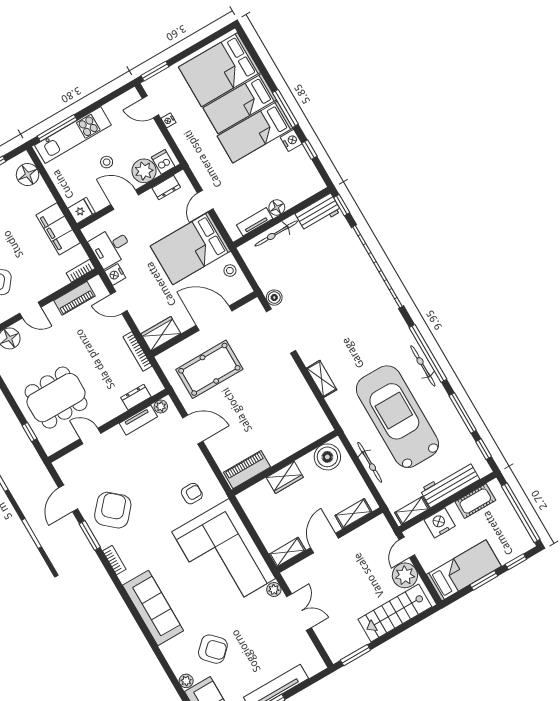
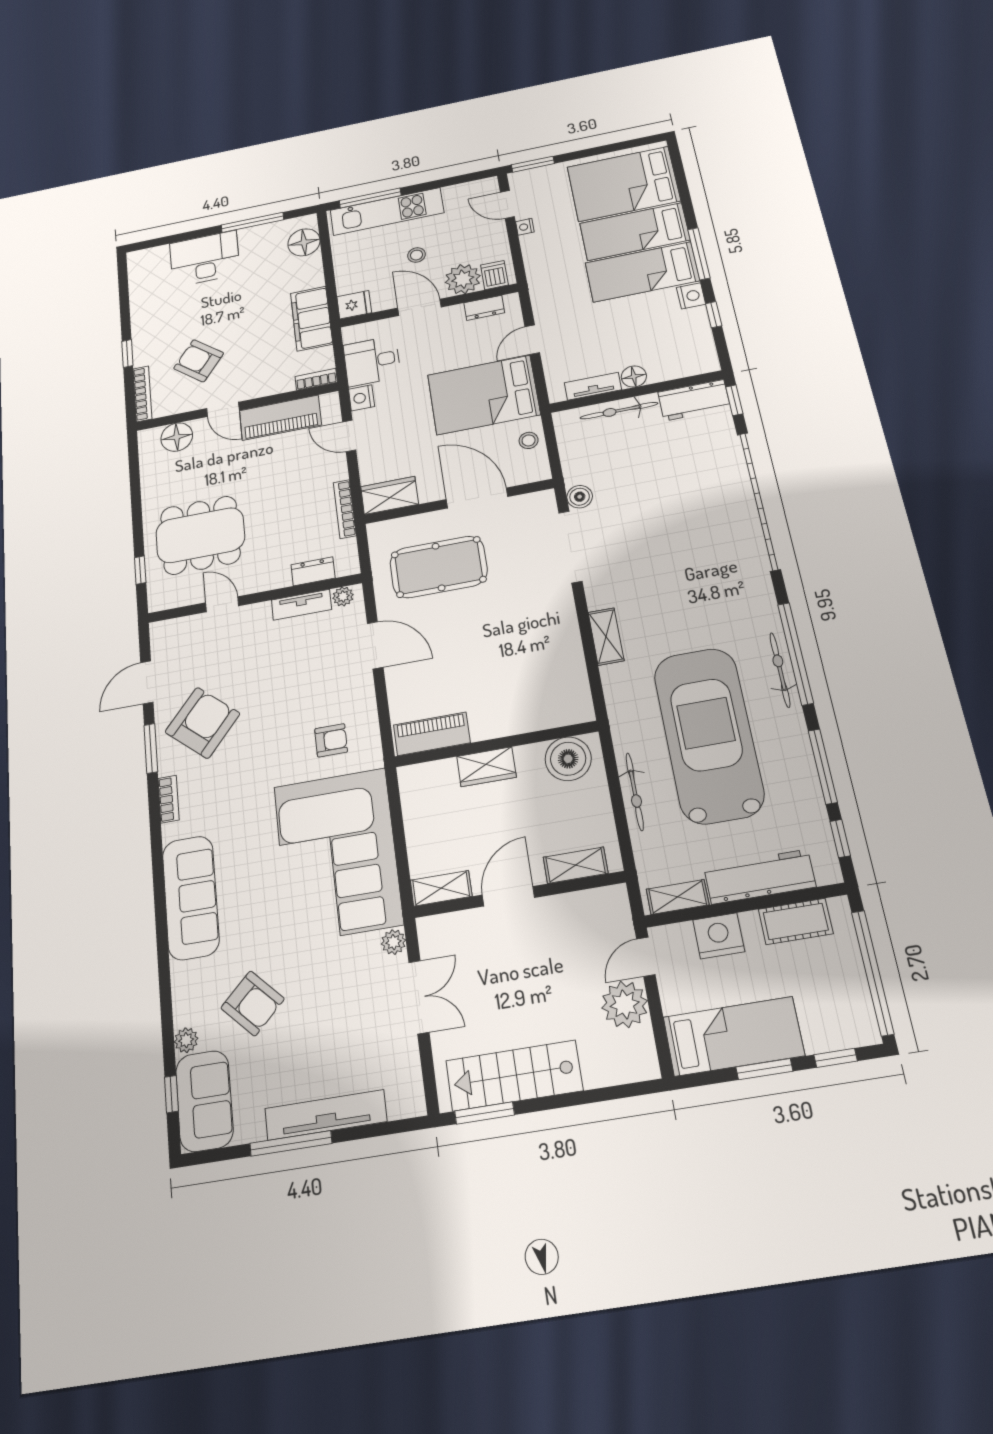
piano: (74, 298) -> (280, 418), width x1.37, depth x1.33
stairs: (395, 613) -> (514, 1076), moved

